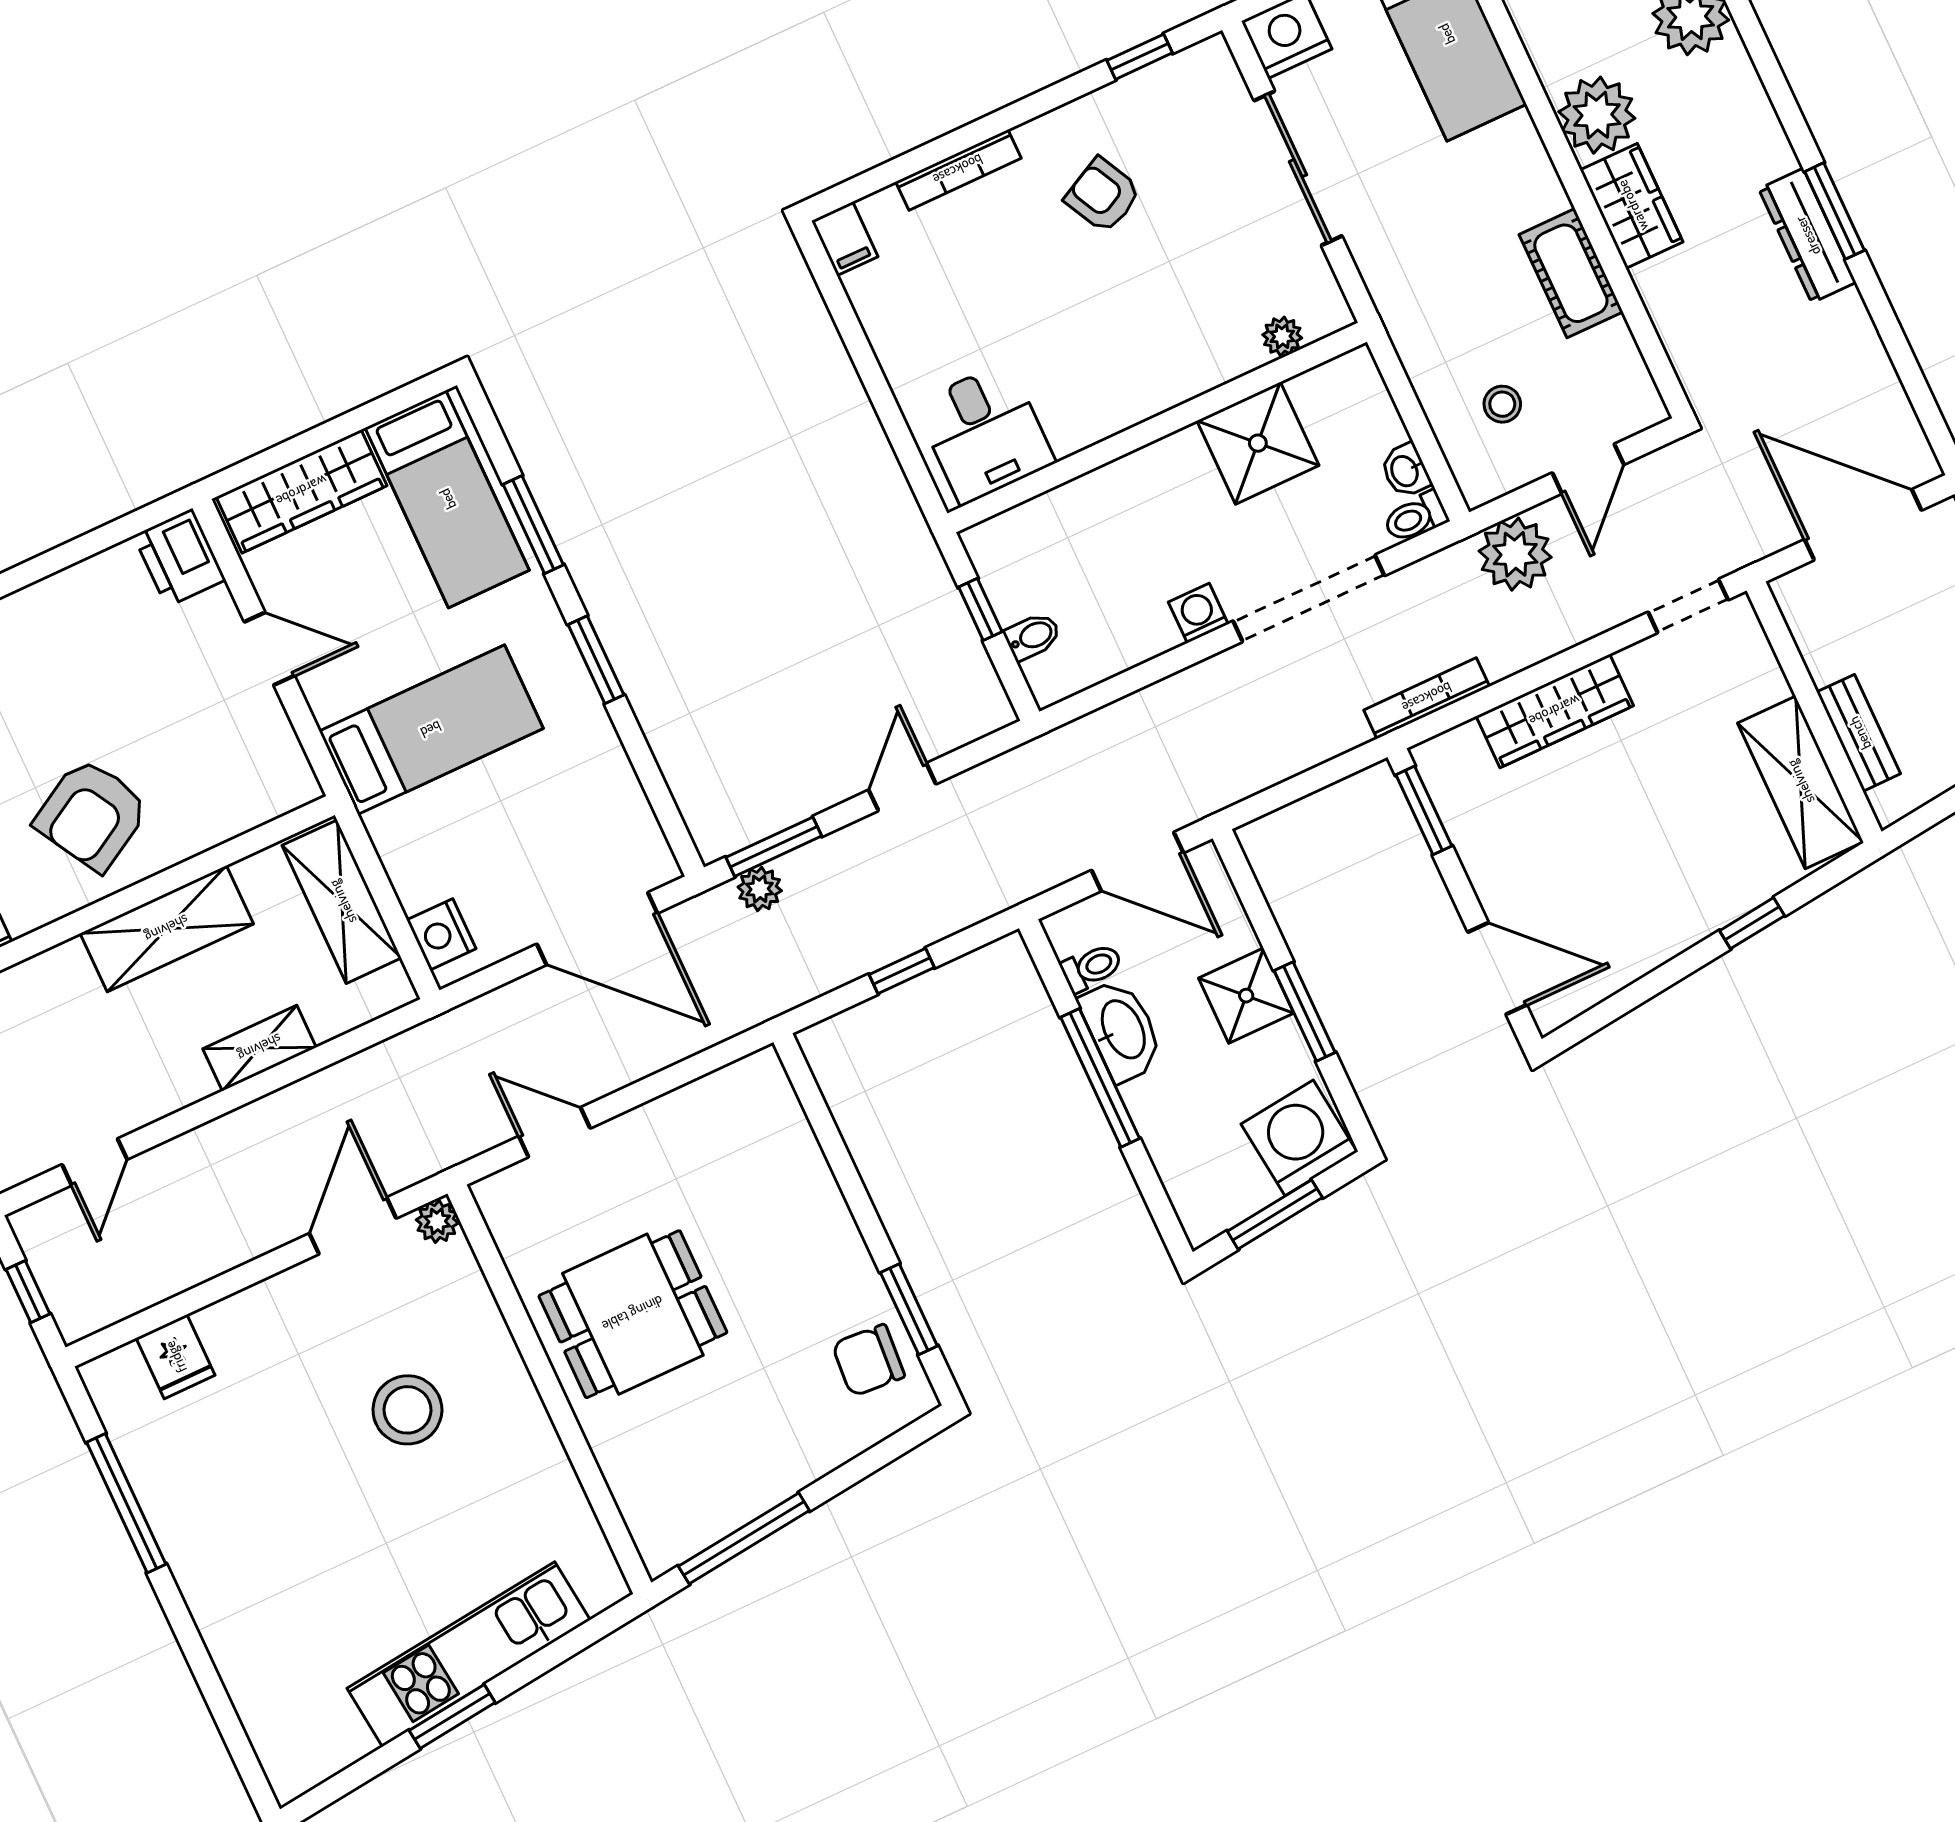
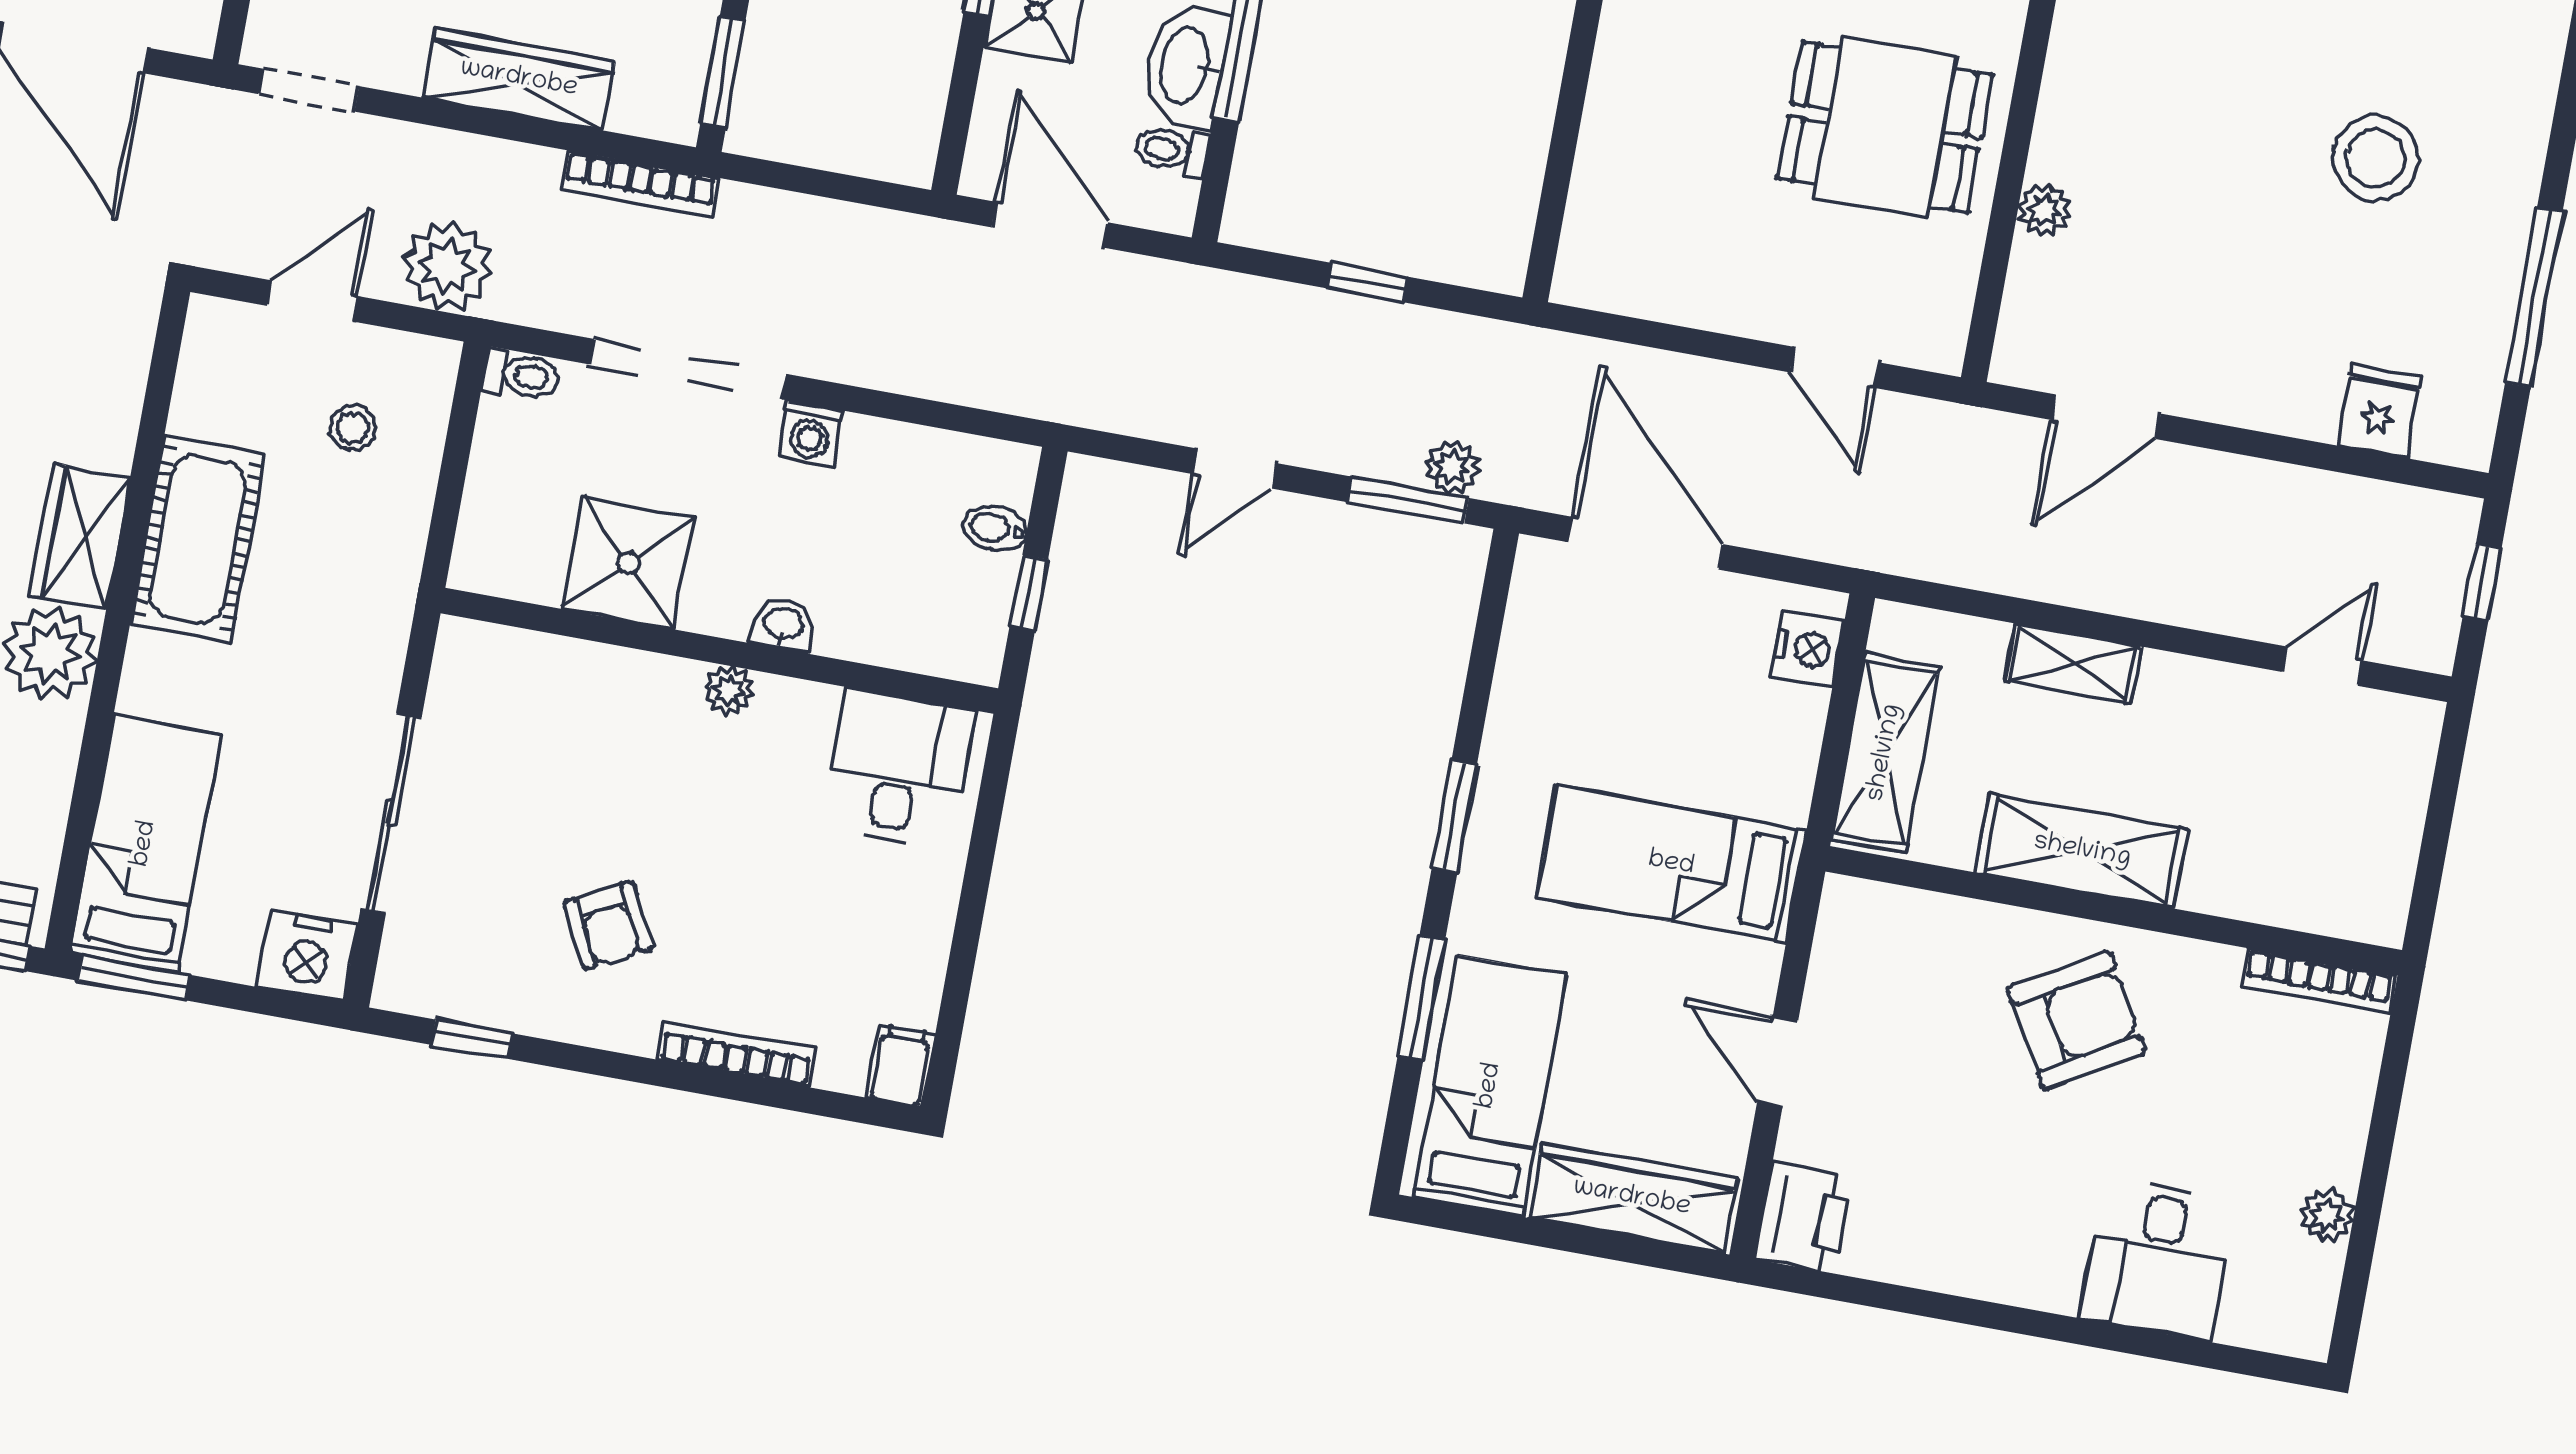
cot: (1571, 273) -> (198, 539), width x1.37, depth x1.34
plant: (1282, 336) -> (729, 690), moved
washbasin: (1405, 471) -> (783, 625), moved, turned -90
plant: (437, 1221) -> (2045, 210), moved
stool: (407, 1410) -> (2375, 158), moved

